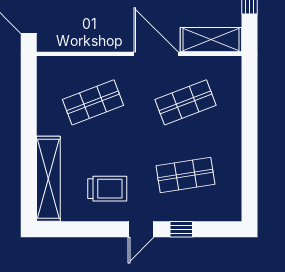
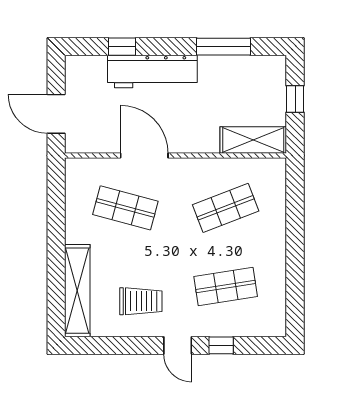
door: (156, 54) -> (144, 155), moved
shop shelf: (93, 102) -> (125, 208), turned 36
door: (141, 229) -> (178, 345), hinge flipped

